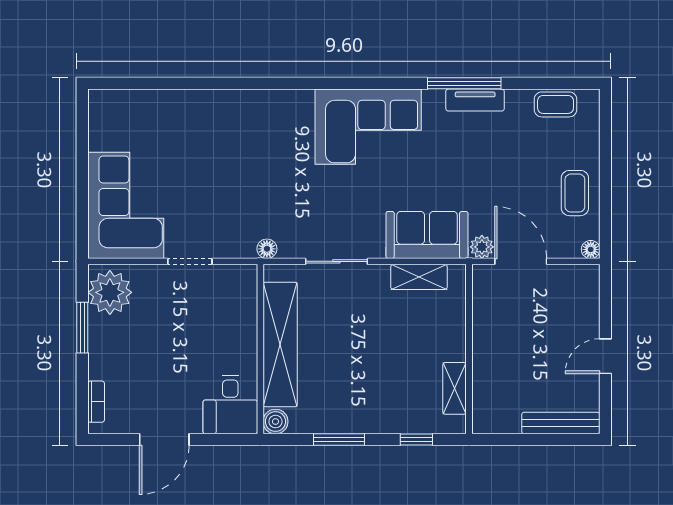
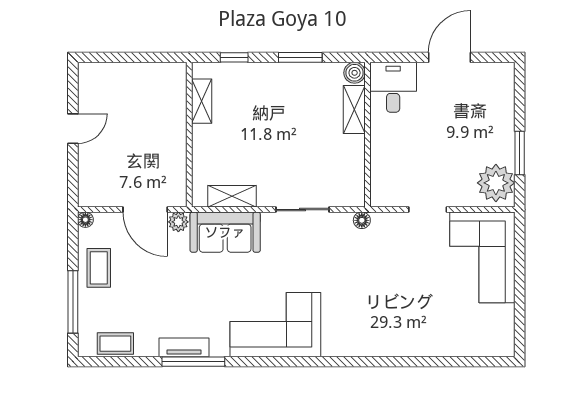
window: (605, 153) -> (73, 302), added
shelving: (280, 345) -> (354, 109), width x0.45, depth x0.75
bookcase: (96, 402) -> (508, 90), removed
bench: (561, 423) -> (111, 72), removed

